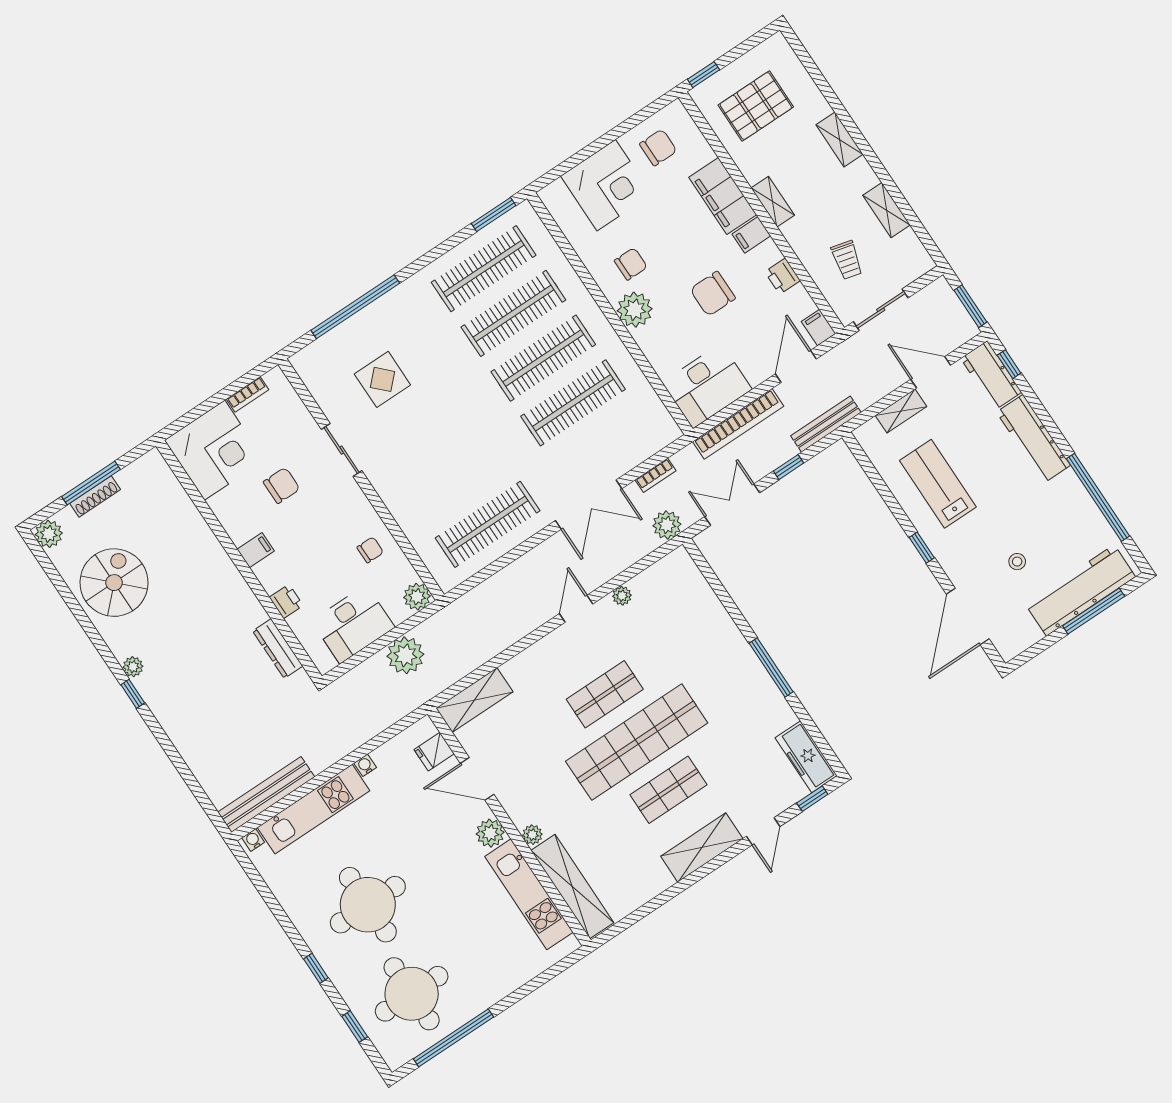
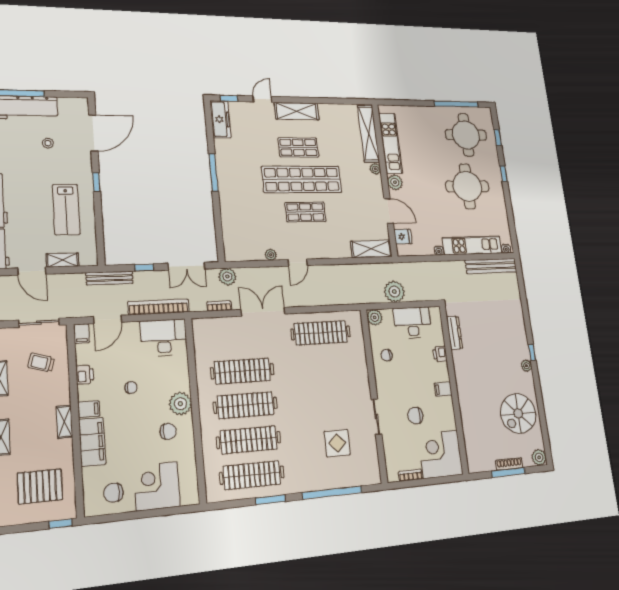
window: (494, 215) -> (270, 500), moved
trolley: (847, 260) -> (41, 363), turned -88
chair: (631, 264) -> (168, 431), turned 180
chair: (713, 294) -> (131, 388), width x0.54, depth x0.54

